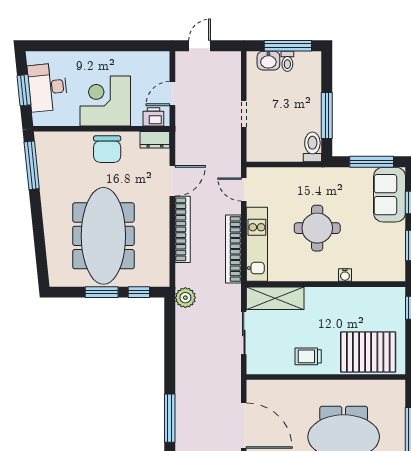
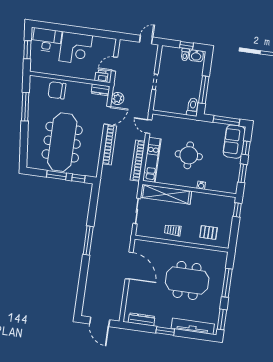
door: (200, 46) -> (146, 40), moved
window: (288, 46) -> (187, 45), width x0.46
washbasin: (268, 61) -> (196, 56), moved
desk: (48, 87) -> (47, 40), moved, turned 96
corner desk: (105, 101) -> (76, 48), moved, turned 180
chair: (107, 149) -> (57, 90), moved, turned 90
window: (32, 165) -> (25, 107), moved
plant: (185, 298) -> (118, 98), moved
shelving: (275, 298) -> (166, 194), width x1.47
pallet: (368, 352) -> (209, 232), width x0.49, depth x0.50
window: (170, 418) -> (88, 241), moved

